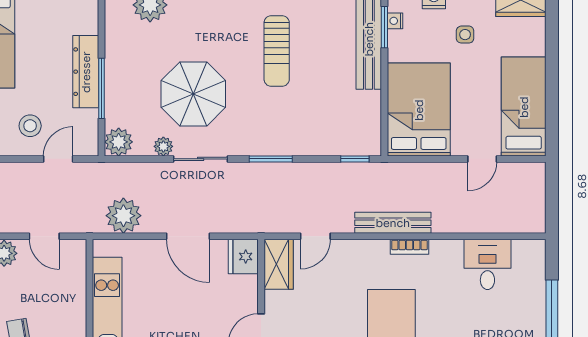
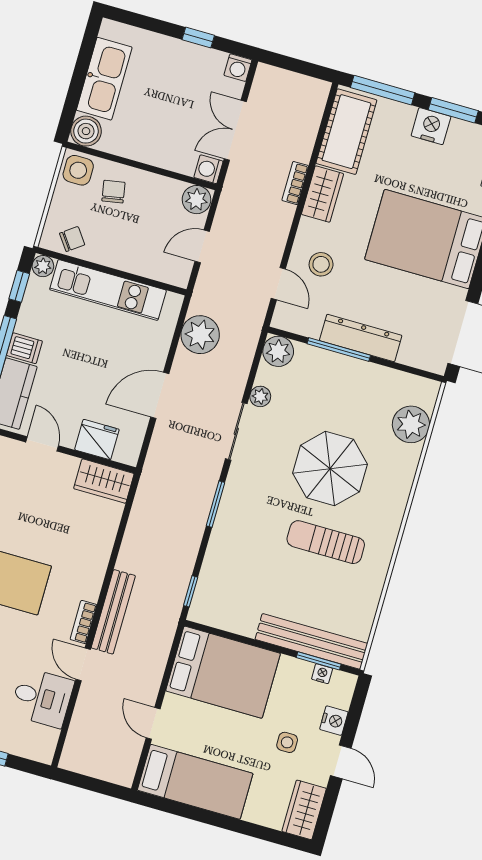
parasol: (193, 94) -> (330, 469), moved
door: (315, 236) -> (83, 664), moved
fridge: (243, 257) -> (97, 440), moved

